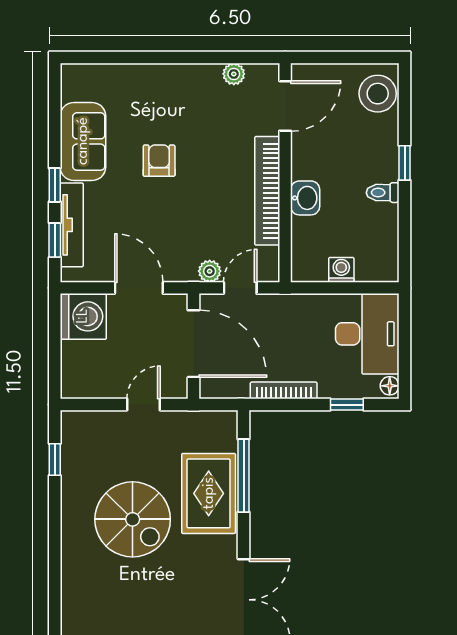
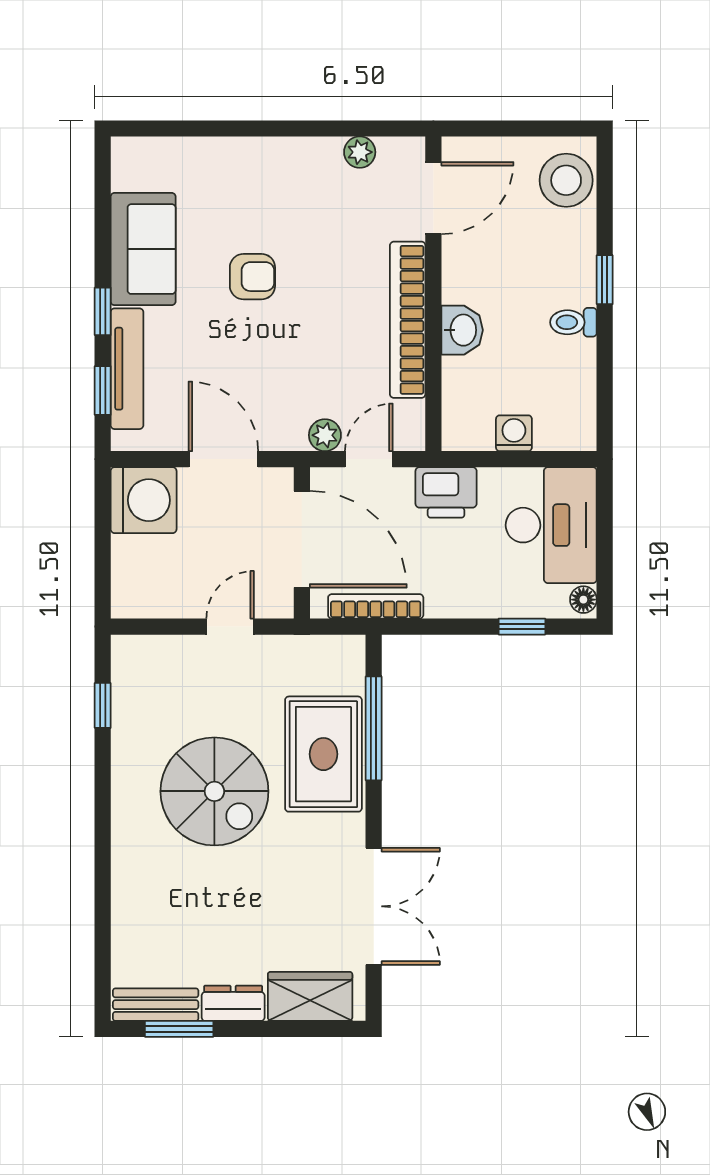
armchair: (159, 161) -> (252, 277), turned 90
printer: (294, 311) -> (446, 492), added
bookcase: (284, 390) -> (376, 606), moved

